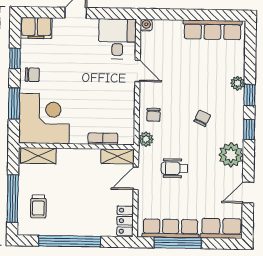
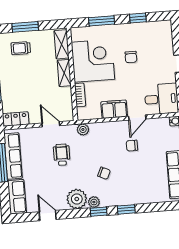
filing cabinet: (36, 28) -> (114, 109), moved, turned 90
chair: (32, 75) -> (131, 57), moved
plant: (238, 83) -> (94, 202), moved
chair: (154, 115) -> (132, 146), moved
corner desk: (44, 119) -> (93, 61), moved, turned -90
shelving: (118, 156) -> (64, 73), moved
window: (13, 198) -> (25, 27), width x0.69

